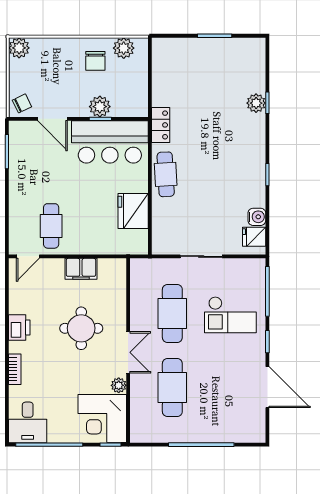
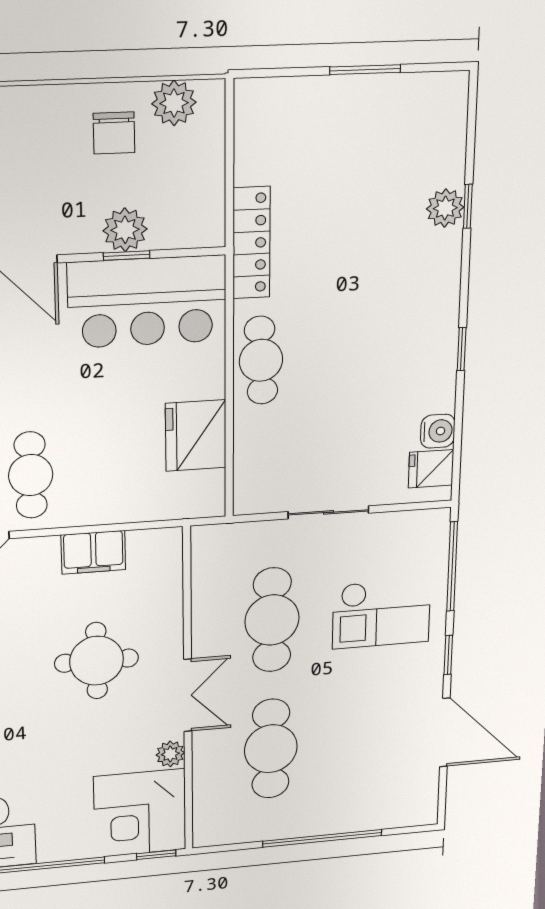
locker: (161, 125) -> (251, 243), width x1.53

